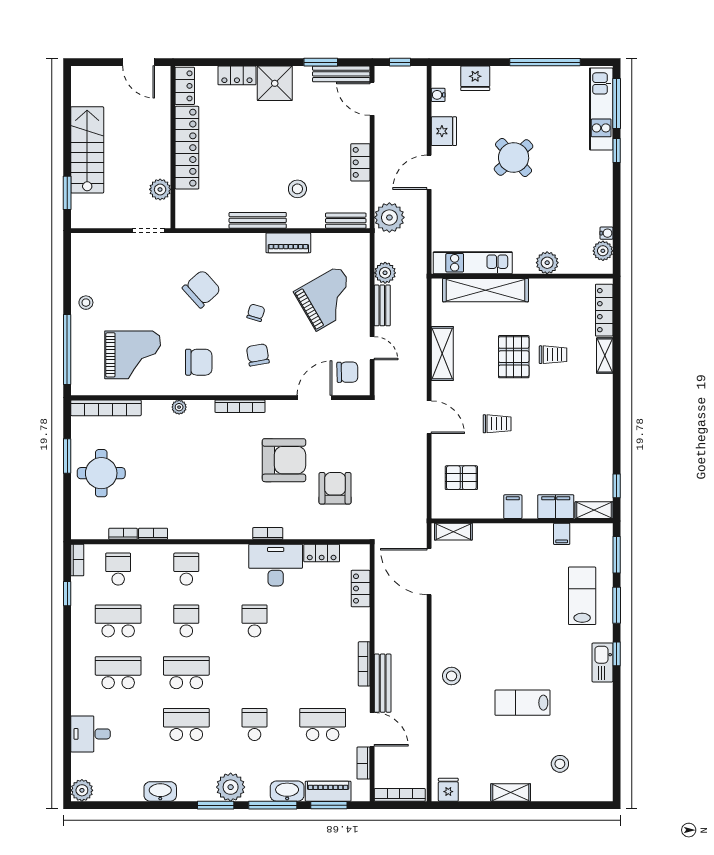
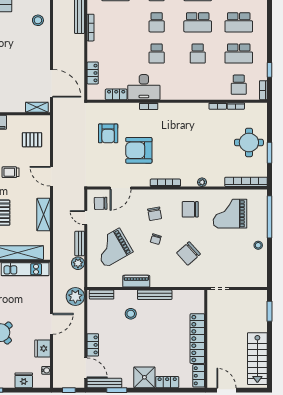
stairs: (87, 150) -> (257, 359), moved
locker: (360, 162) -> (93, 345), moved
plant: (160, 189) -> (214, 313), removed
school desk: (186, 569) -> (157, 22), moved

